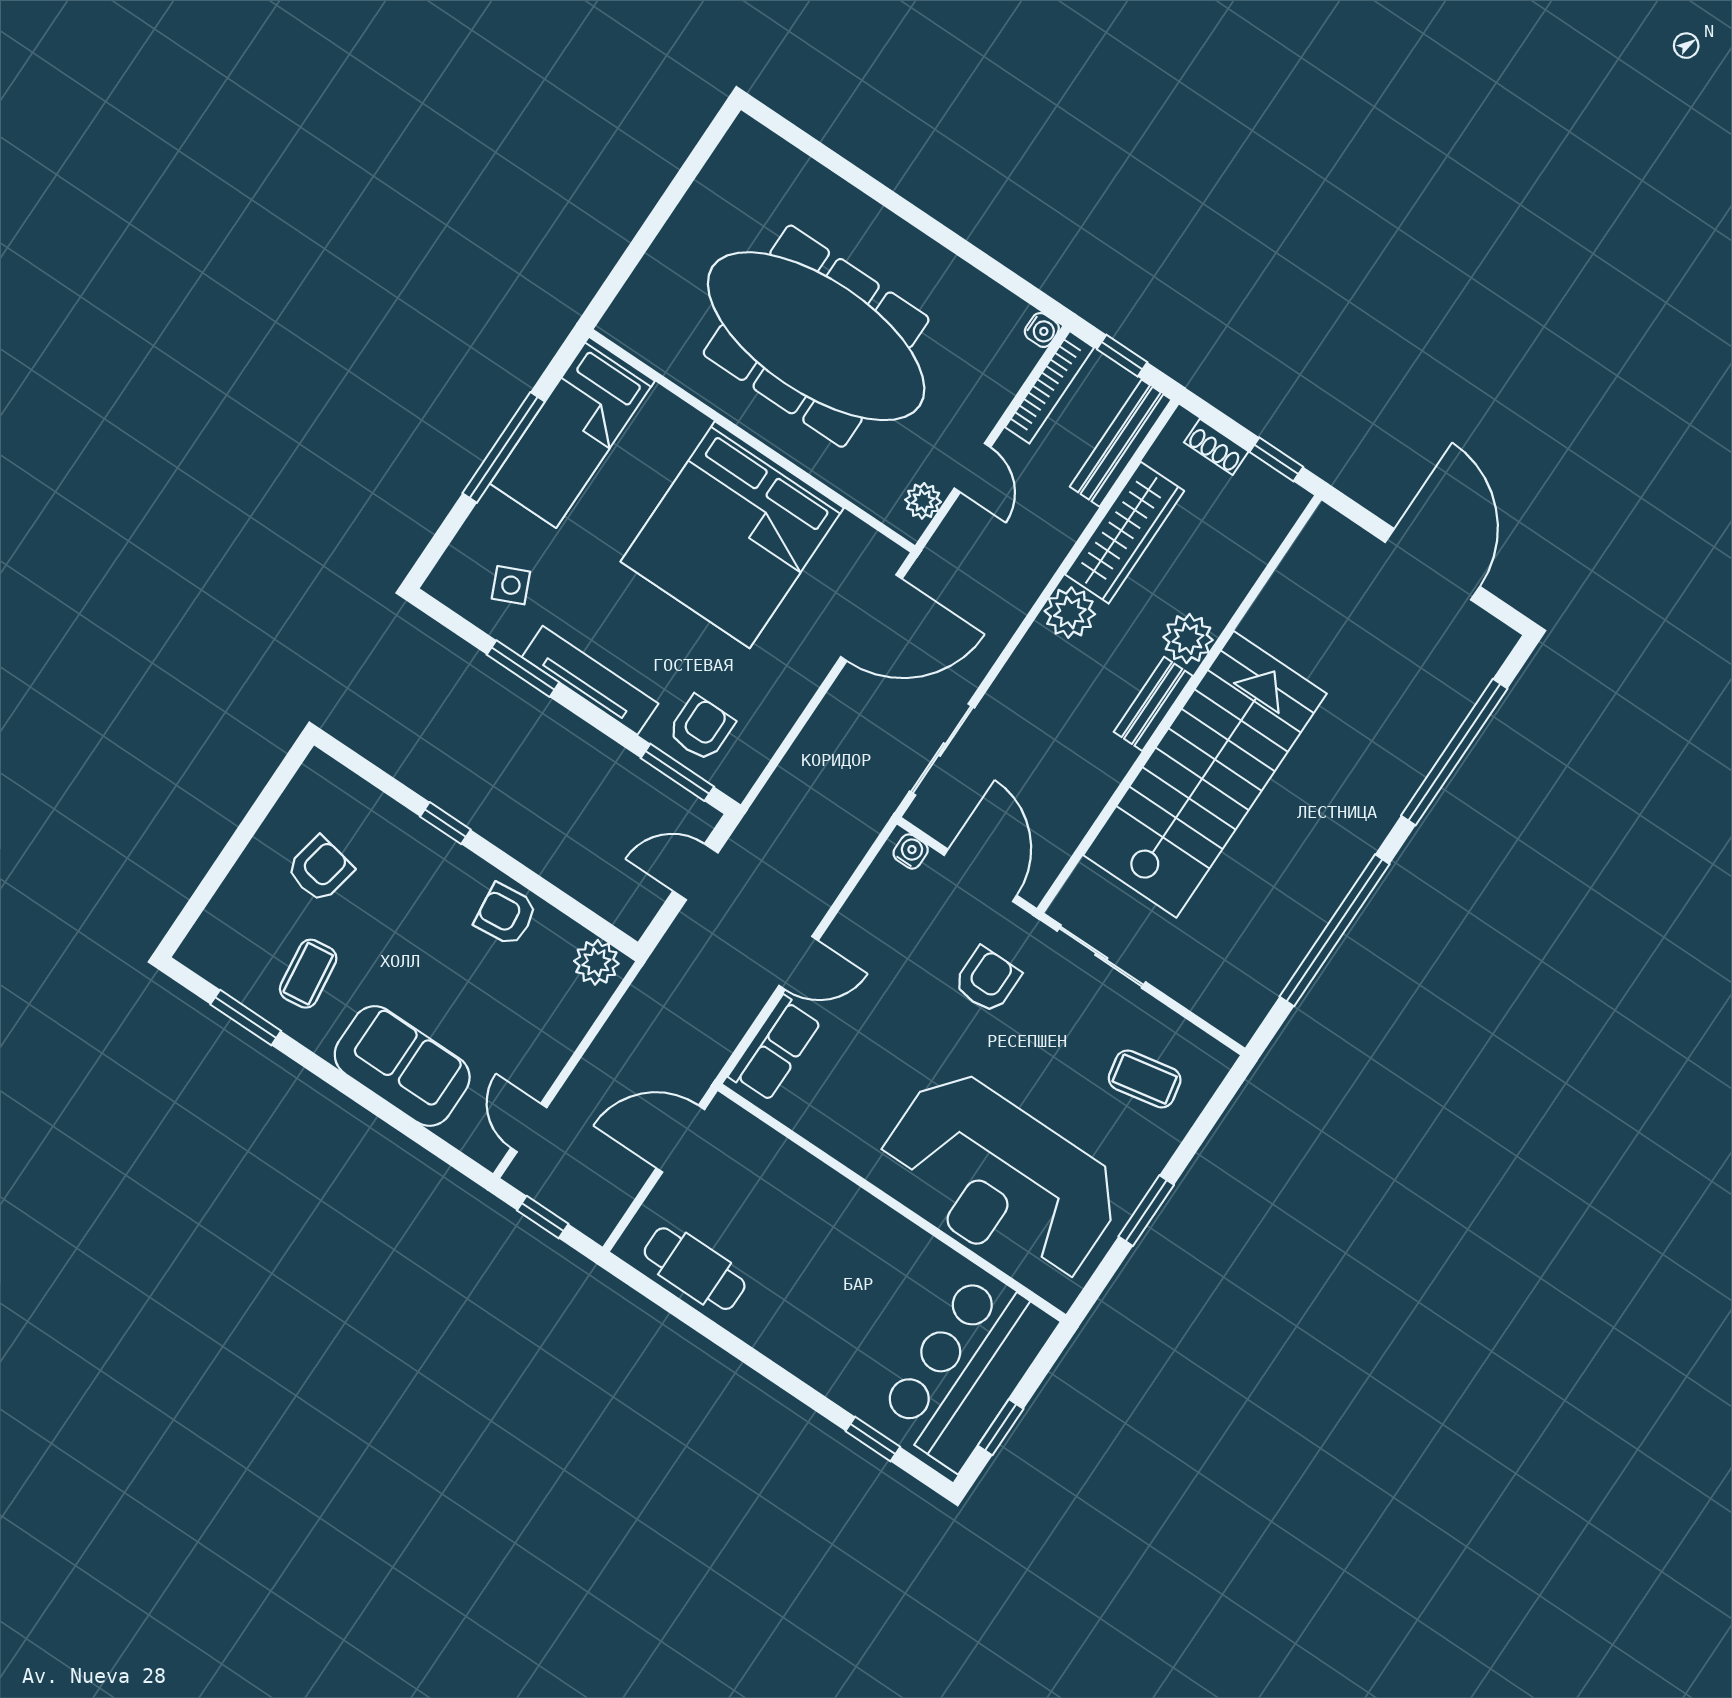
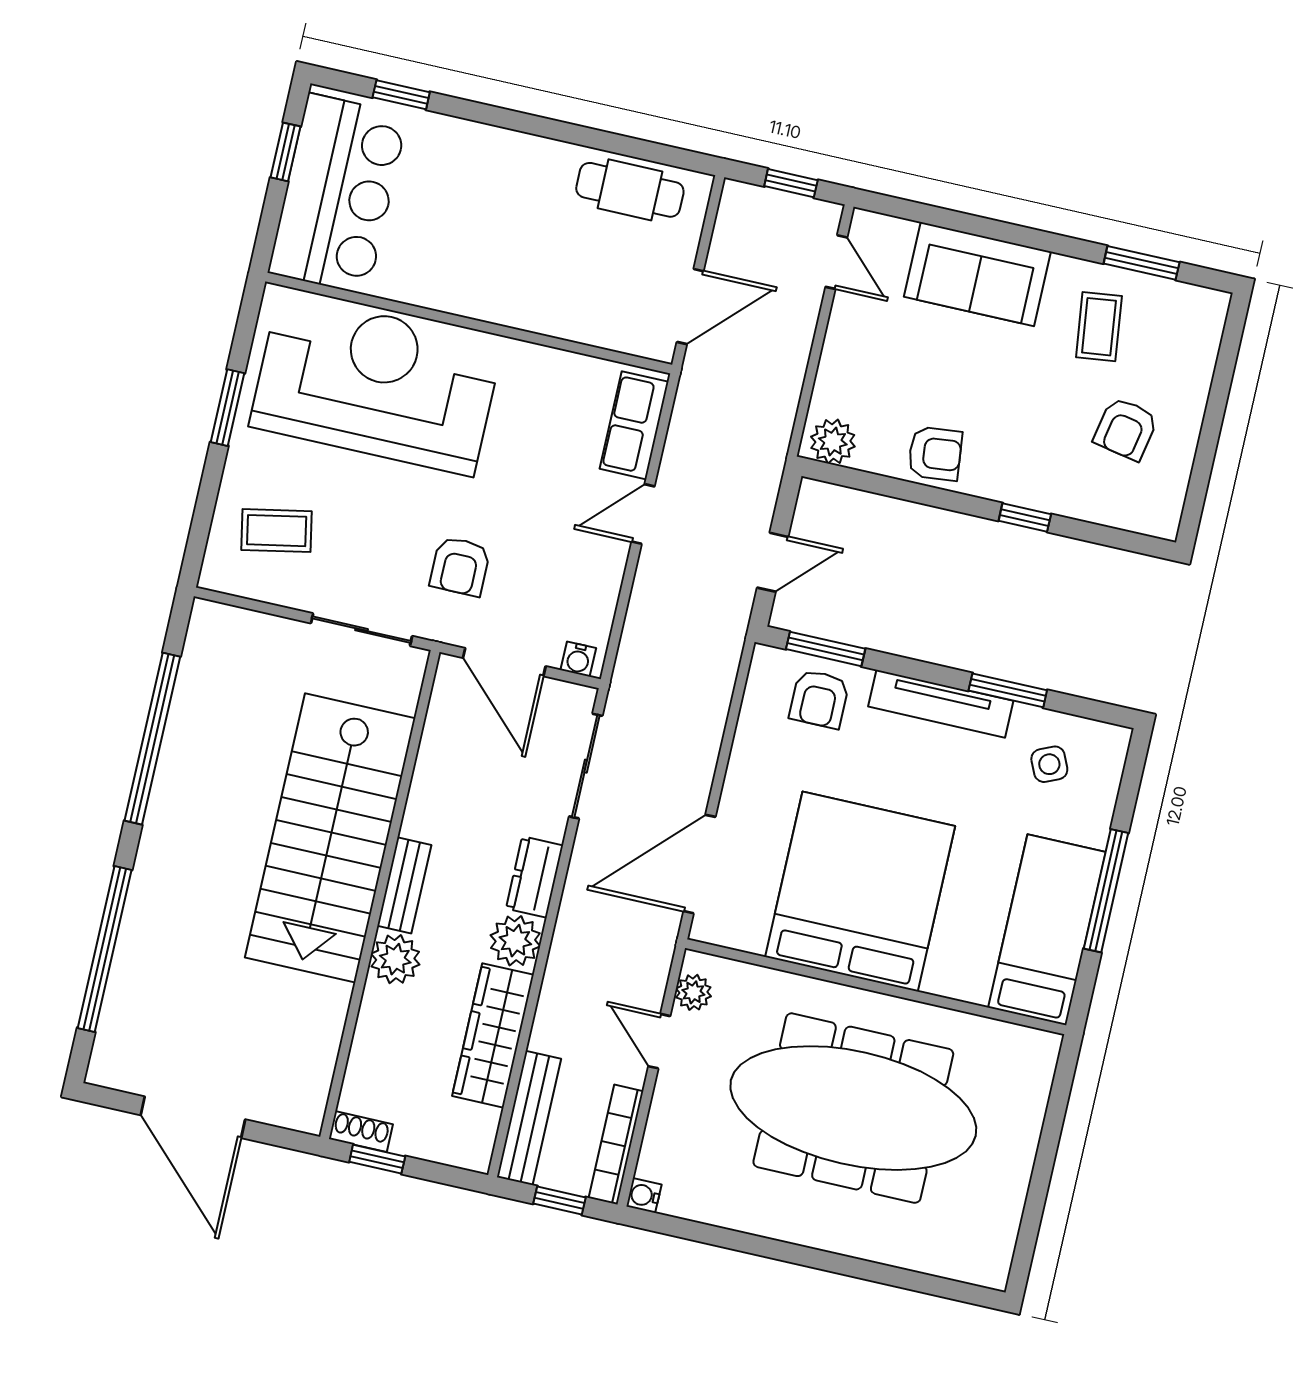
shoe rack: (1216, 447) -> (361, 1132), moved
dresser: (1029, 665) -> (535, 877), added

